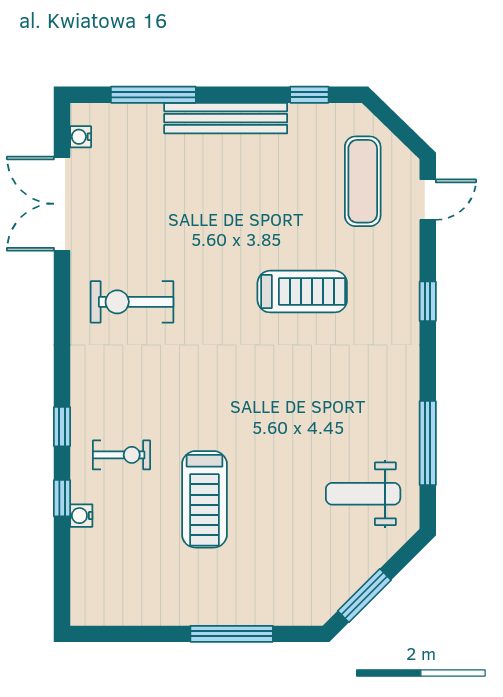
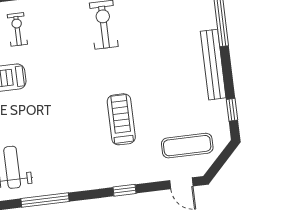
treadmill: (302, 292) -> (121, 119), turned 180
exercise bike: (121, 455) -> (17, 29), turned 180

